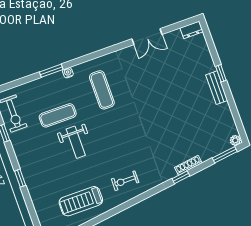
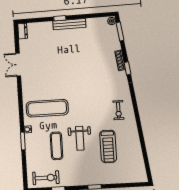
double door: (147, 37) -> (18, 65), swing flipped
bench: (217, 88) -> (69, 24), width x1.36
exercise mat: (102, 90) -> (47, 108), width x1.36, depth x1.45
weight bench: (76, 142) -> (80, 138), turned 90
treadmill: (81, 201) -> (108, 146), moved

